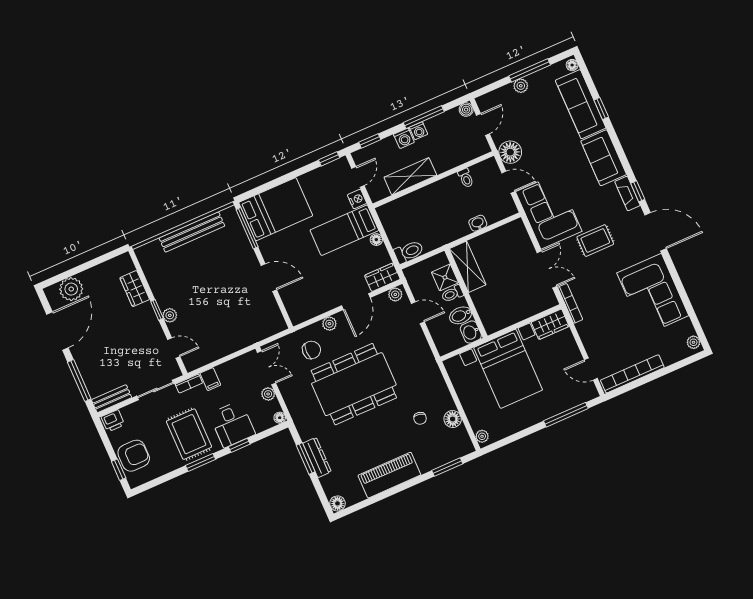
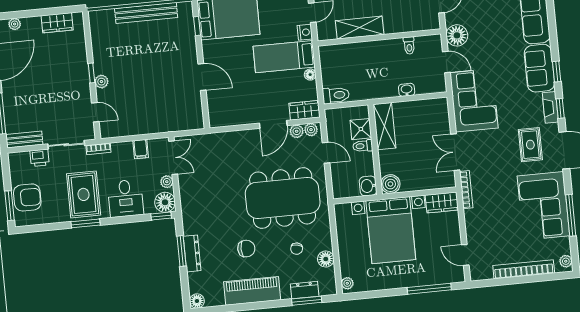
window: (601, 109) -> (557, 72), moved
window: (247, 228) -> (197, 26), width x0.46
rug: (595, 241) -> (530, 145), moved, turned 90
double door: (547, 269) -> (455, 152), swing flipped
plant: (71, 289) -> (15, 24), width x0.53, depth x0.53
wardrobe: (135, 289) -> (57, 23), moved, turned -90
window: (683, 295) -> (571, 215), added
bidet: (461, 315) -> (364, 168), removed
boiler: (493, 323) -> (390, 184), added
plant: (329, 324) -> (297, 131), moved
chair: (311, 350) -> (246, 249), moved
bookcase: (632, 374) -> (524, 269), moved
filing cabinet: (210, 379) -> (141, 149), moved
dining table: (354, 384) -> (283, 198), moved
floor lamp: (280, 418) -> (165, 202), width x1.89, depth x1.89
printer: (113, 421) -> (40, 158), moved
window: (239, 445) -> (161, 216), moved
dresser: (442, 457) -> (305, 290), added
window: (119, 470) -> (9, 206), width x1.50

